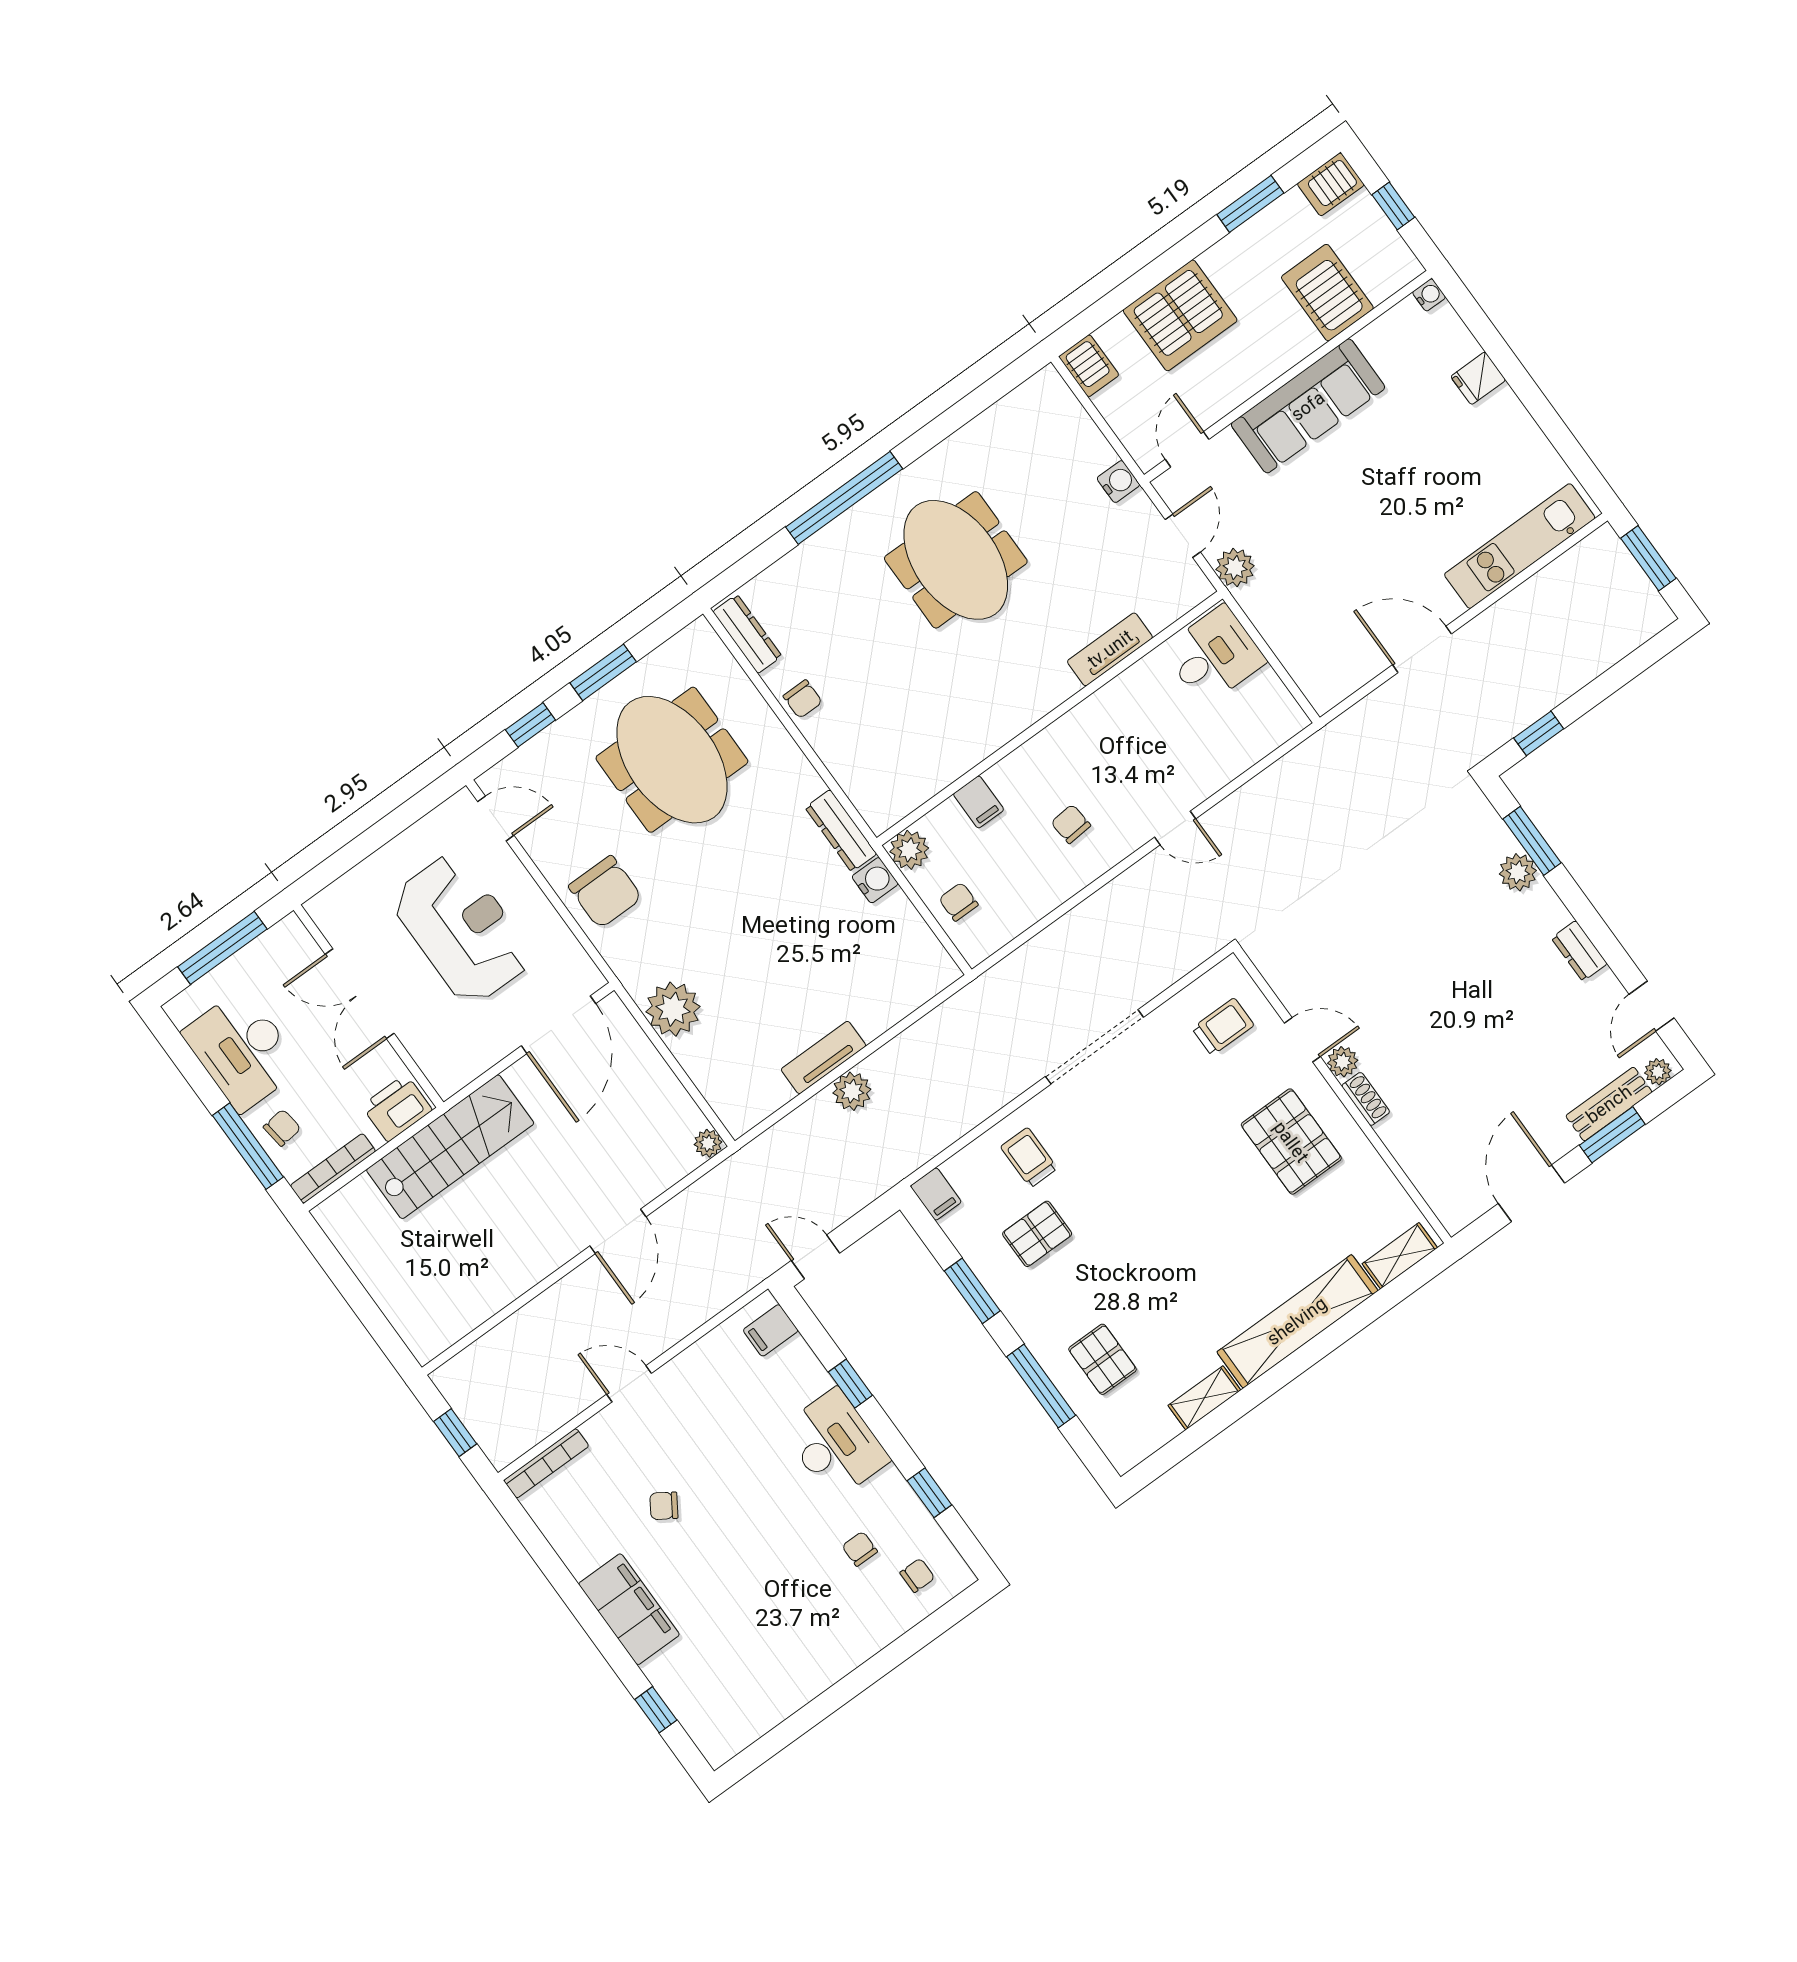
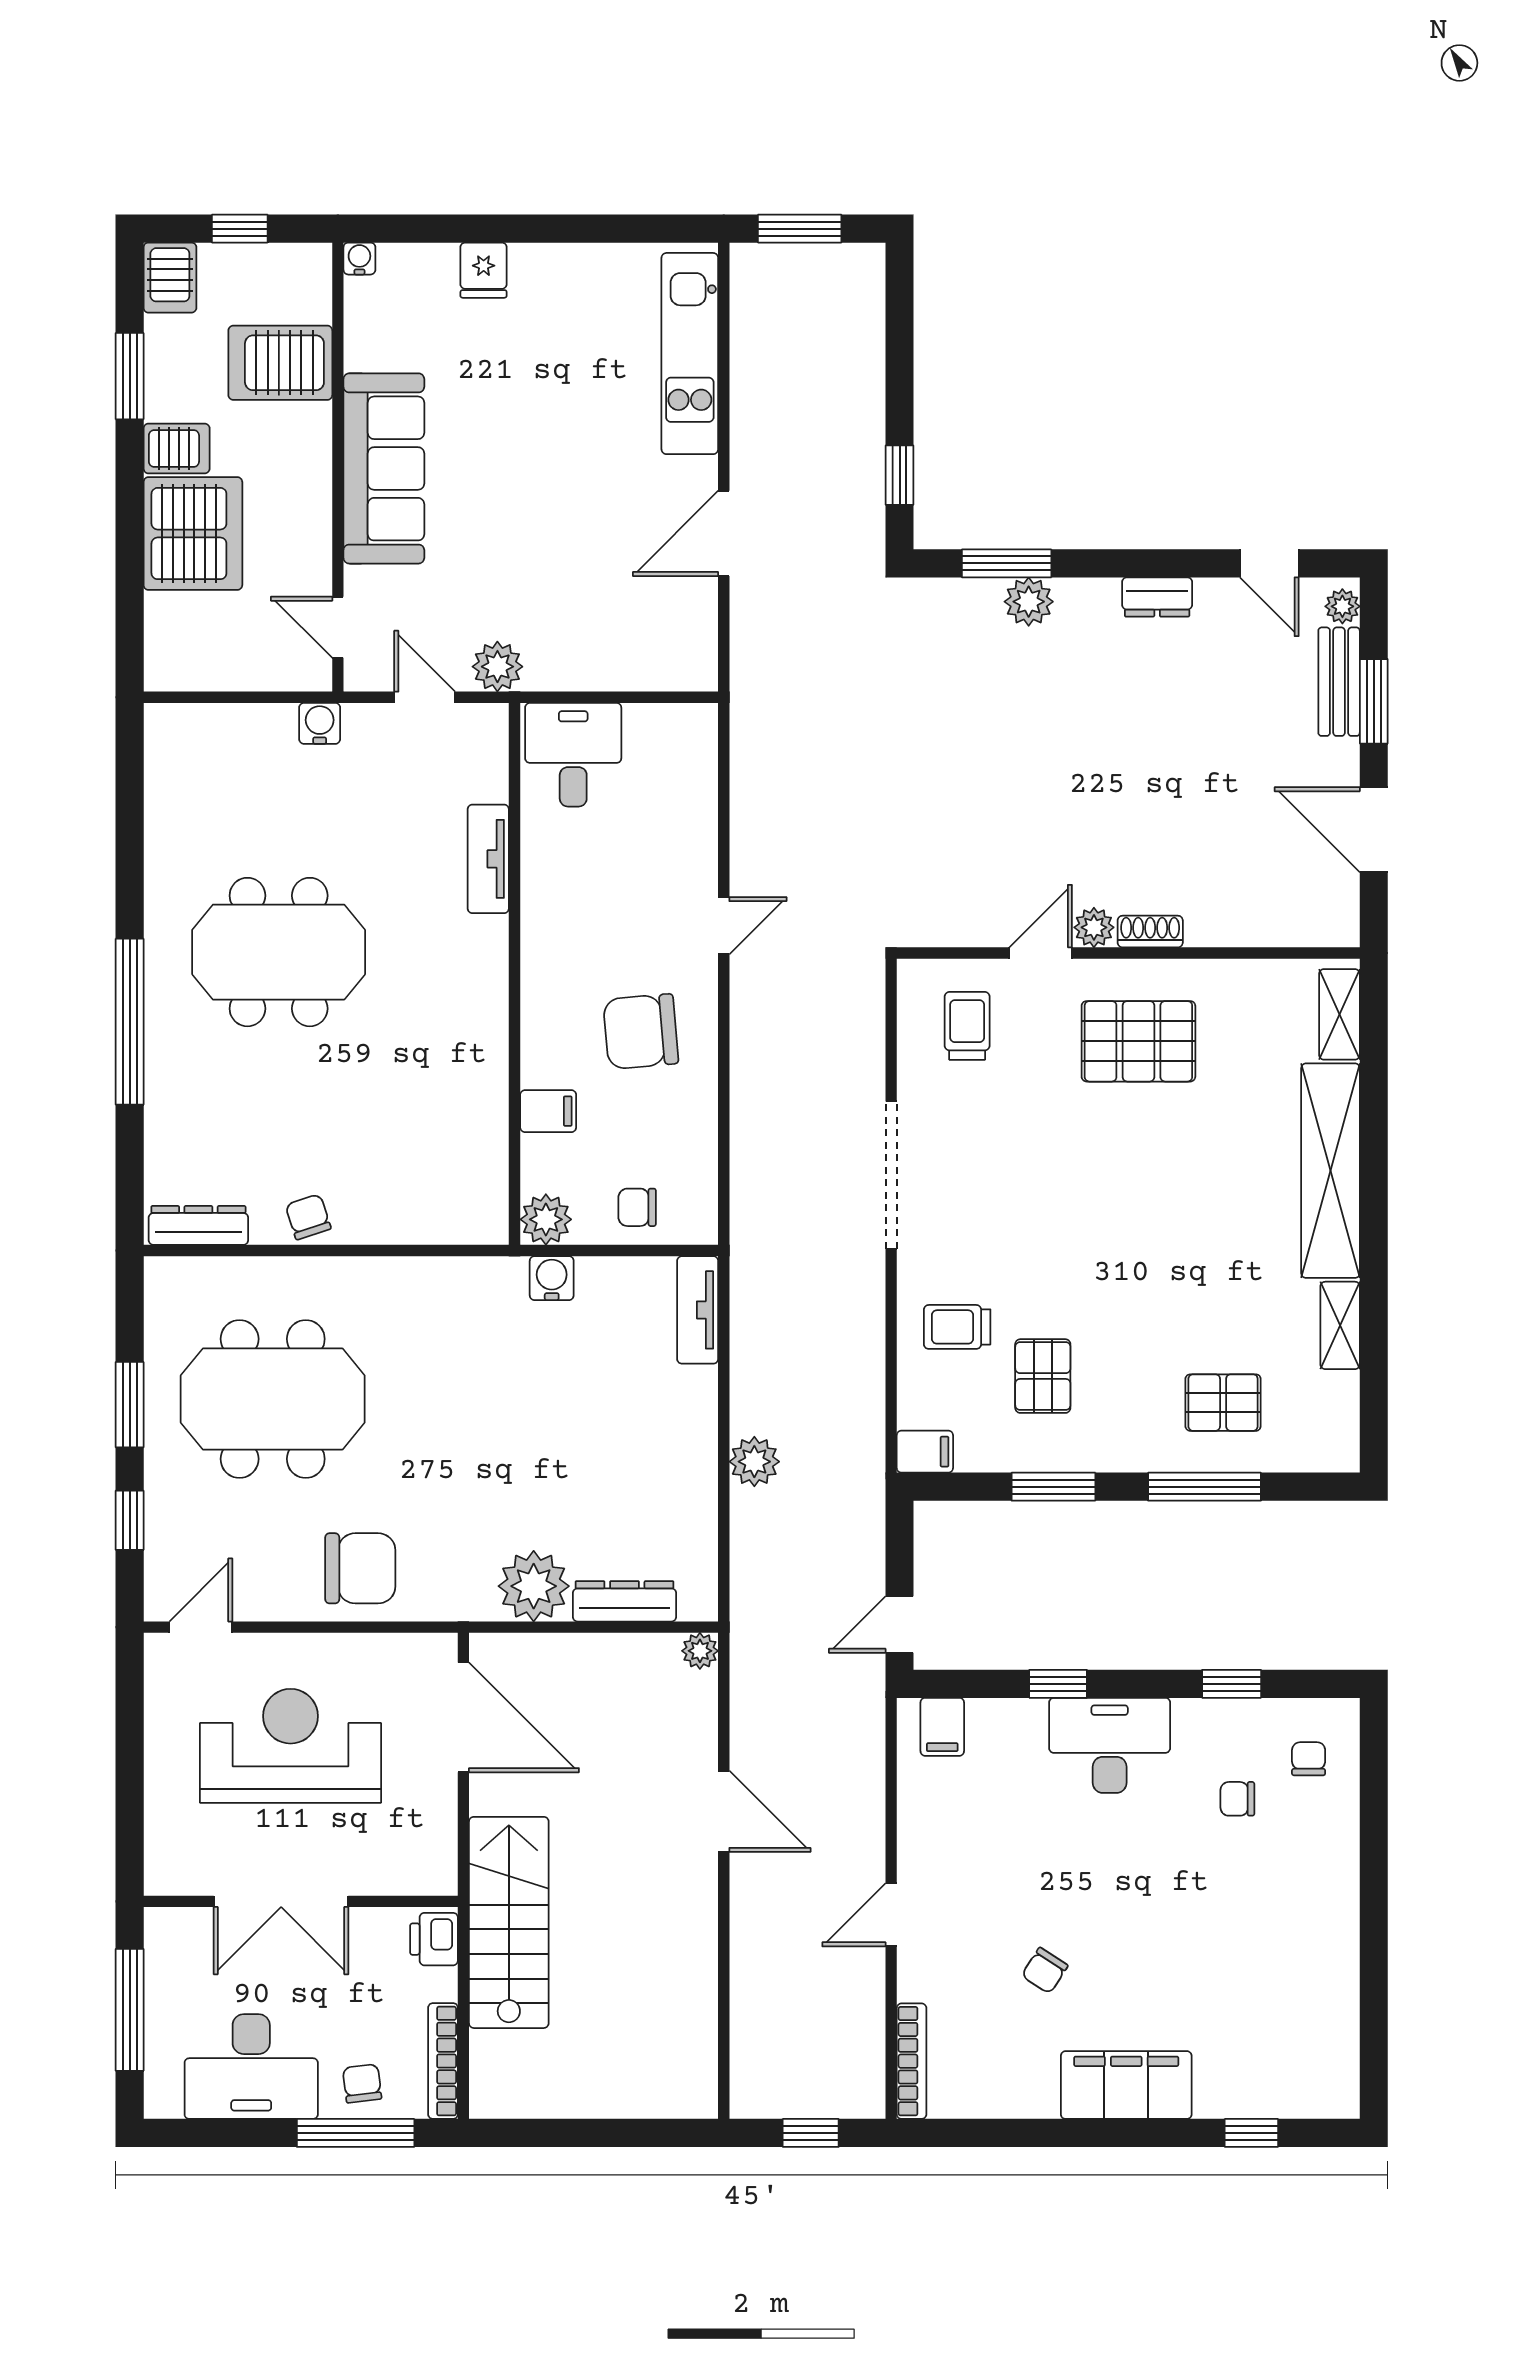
server rack: (1089, 366) -> (177, 448), moved
chair: (803, 699) -> (308, 1217), turned -108
chair: (1071, 824) -> (641, 1031), width x1.87, depth x1.87
dresser: (841, 831) -> (624, 1601), moved, turned 180
tv unit: (823, 1057) -> (698, 1310), moved
printer: (397, 1108) -> (434, 1939), width x0.73, depth x0.81

